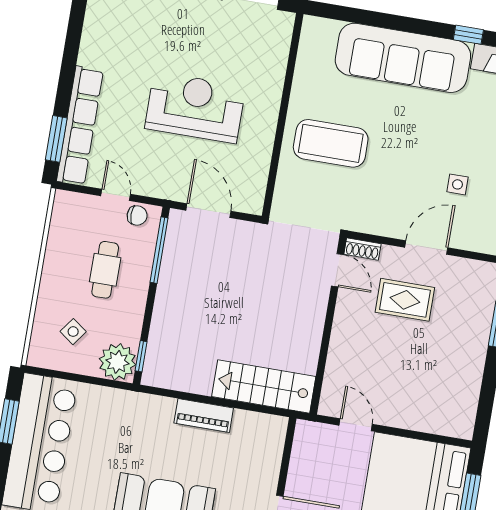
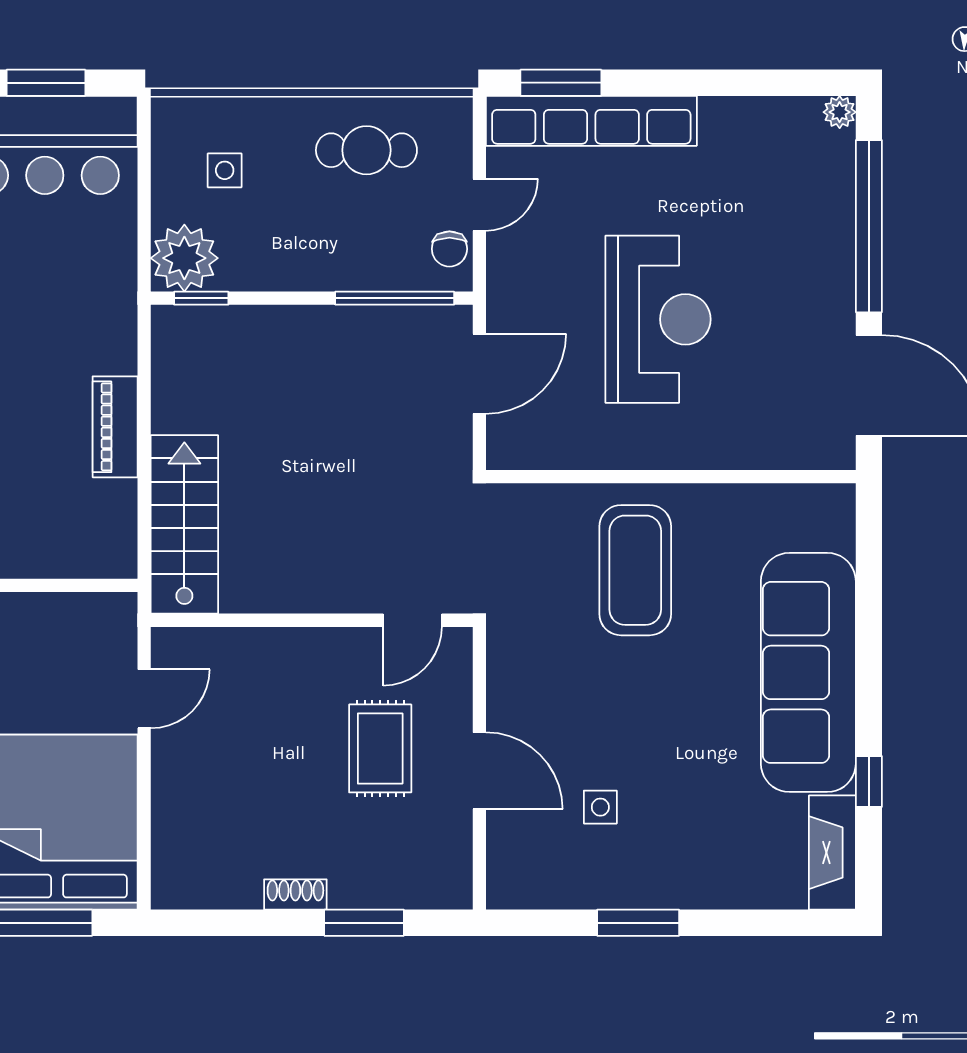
shoe rack: (362, 249) -> (295, 894), moved, turned 90
cafe table: (105, 270) -> (366, 150), moved
side table: (73, 332) -> (225, 170), turned -36

